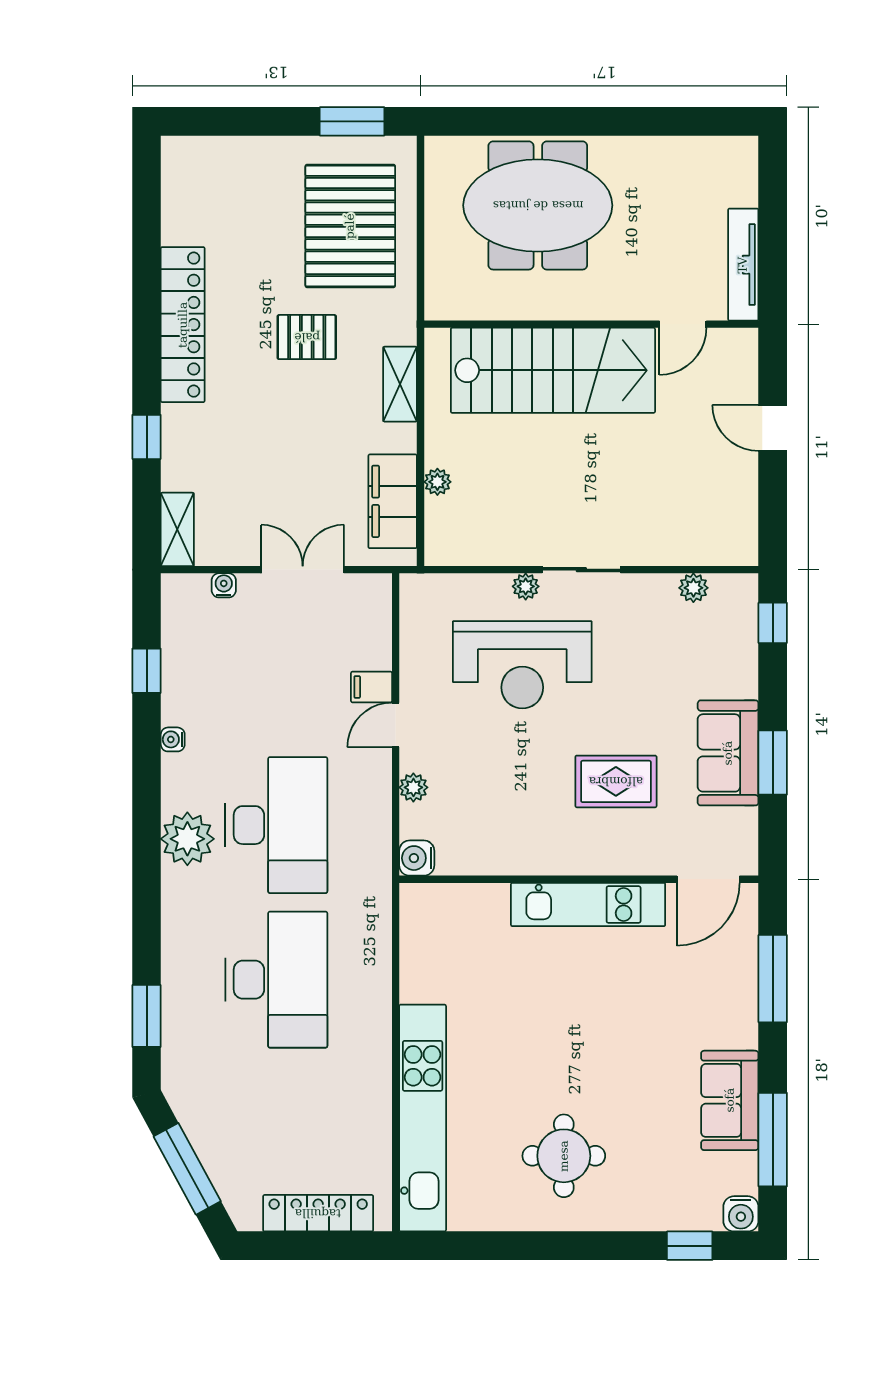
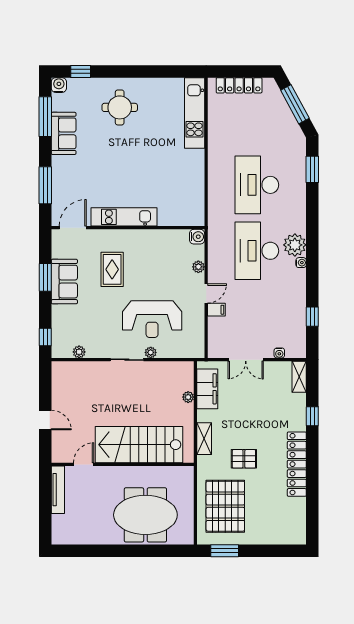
reception desk: (522, 665) -> (152, 319), turned 180
water cooler: (173, 739) -> (301, 263), moved
rug: (616, 781) -> (112, 269), turned 90
kitchen unit: (423, 1118) -> (195, 113), width x0.73
round table: (564, 1156) -> (120, 107), moved

